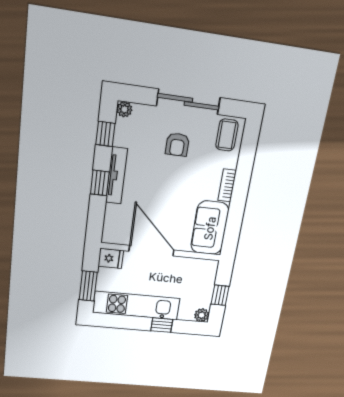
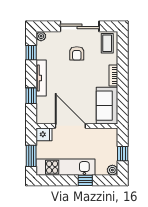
window: (100, 183) -> (31, 96), moved

